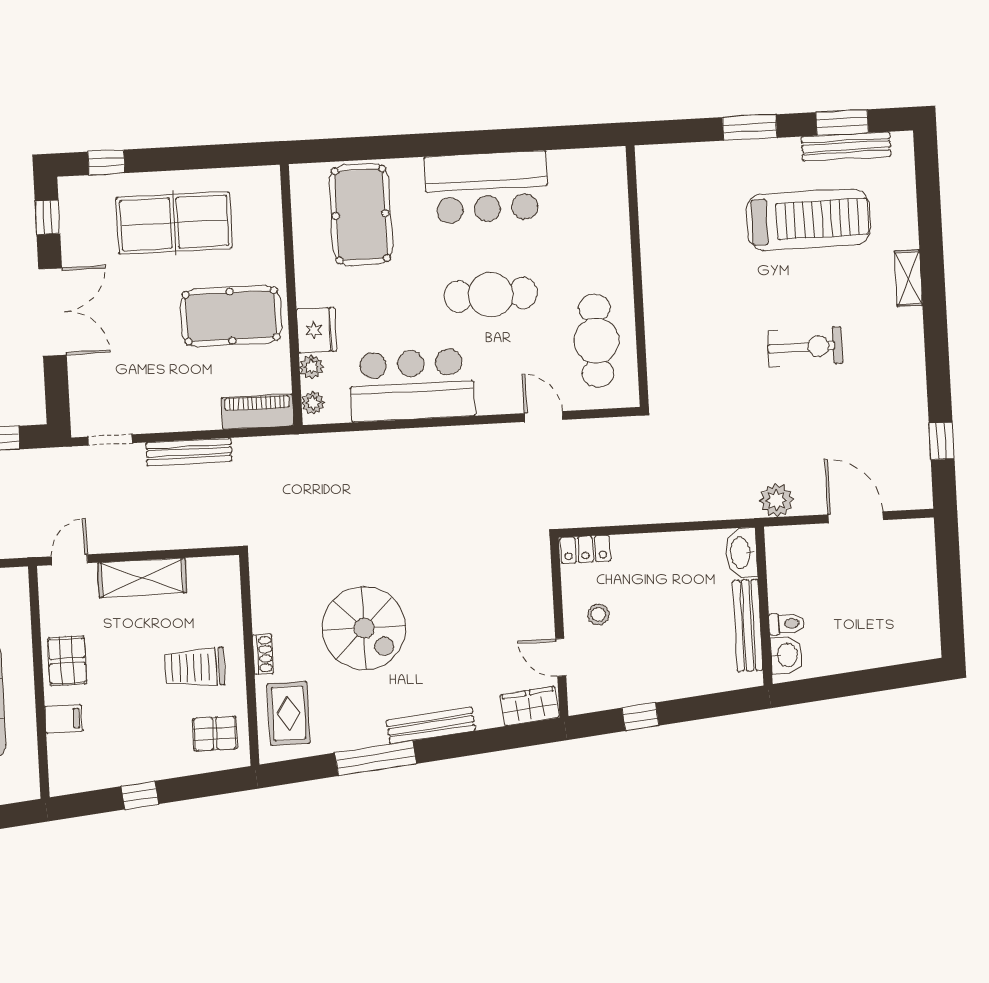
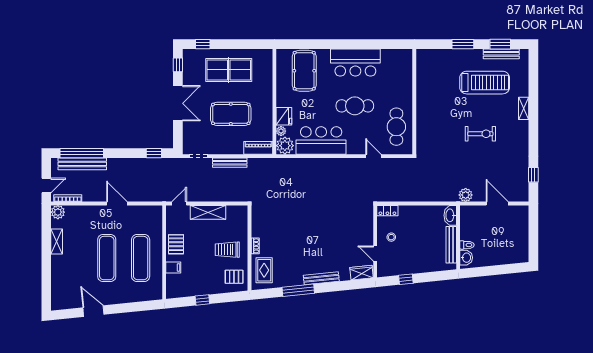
pool table: (231, 316) -> (231, 114), moved
plant: (313, 403) -> (285, 146), width x1.87, depth x1.87
spiral stairs: (364, 628) -> (297, 237), removed

